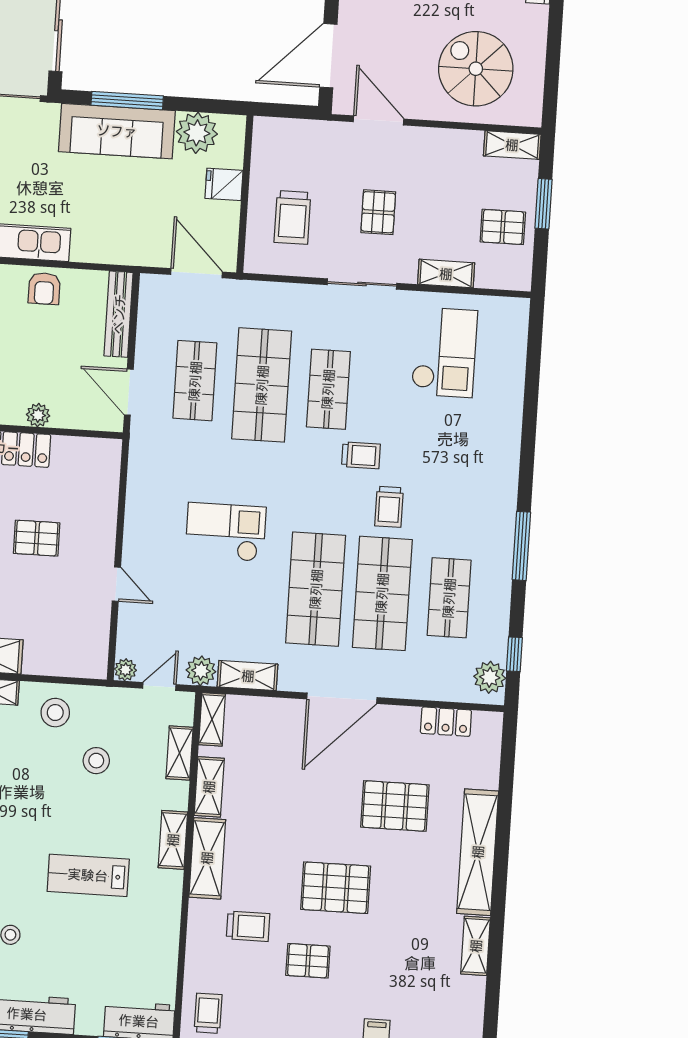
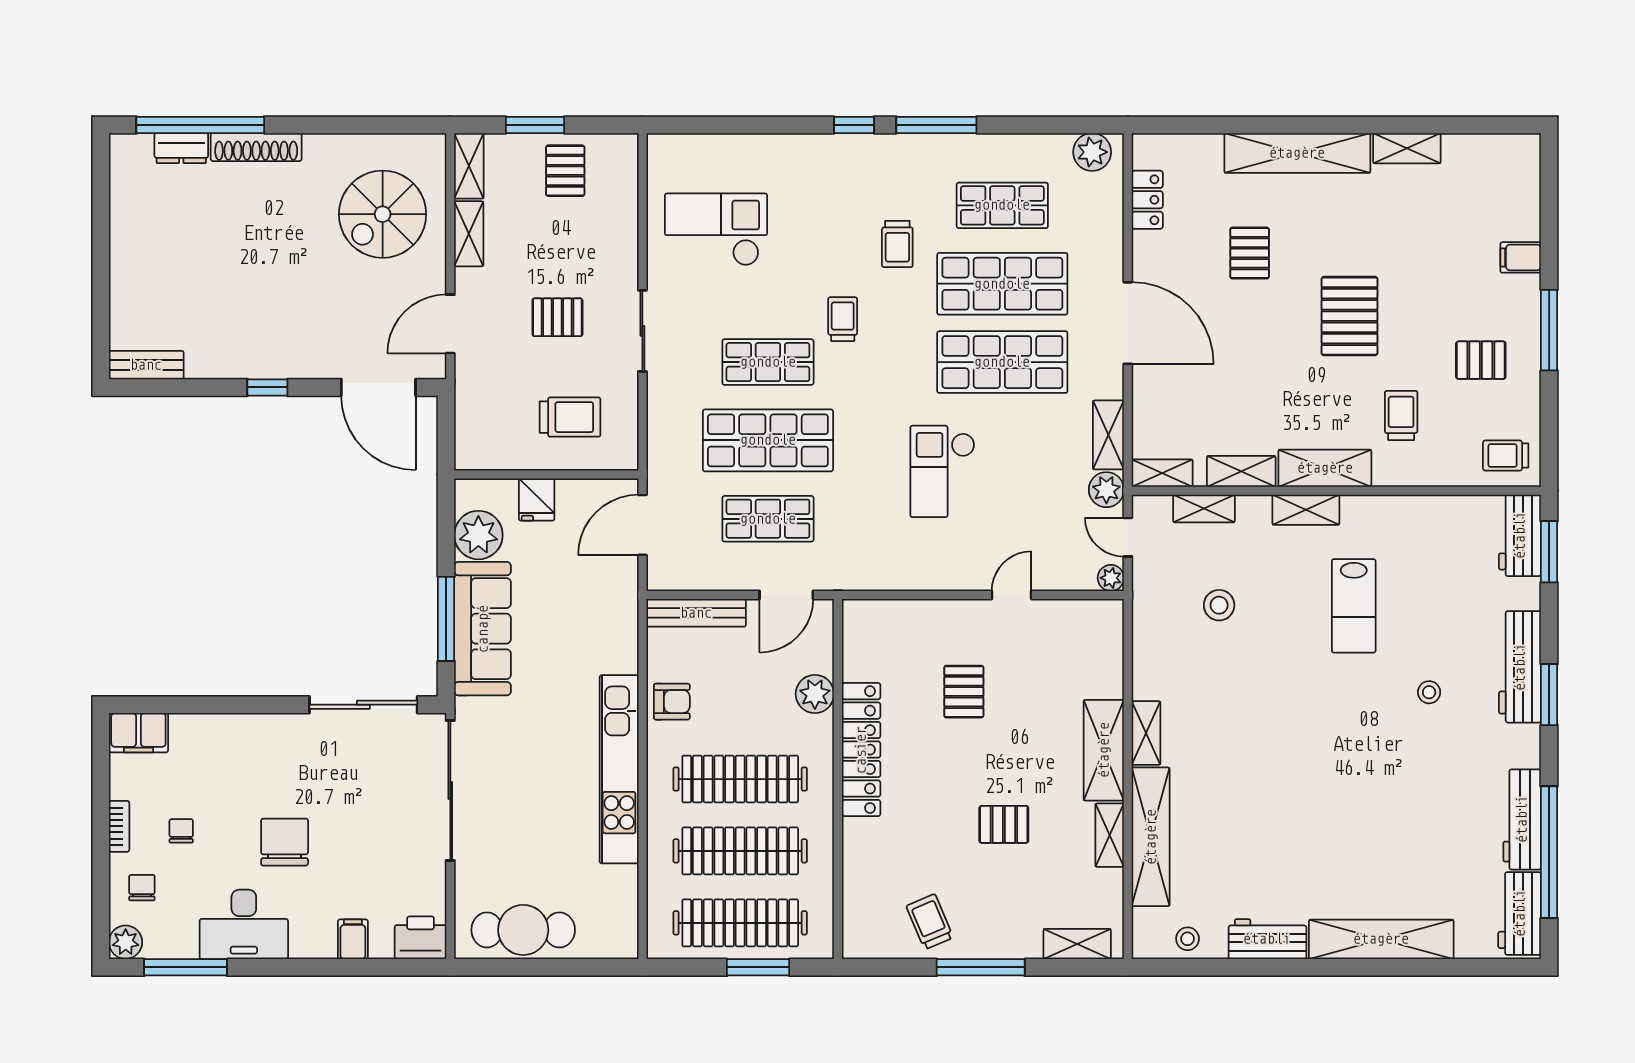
shelving: (446, 274) -> (469, 234), moved
plant: (38, 415) -> (815, 694), width x1.38, depth x1.38
trolley: (389, 507) -> (897, 244), moved, turned 90
window: (514, 654) -> (854, 125), moved
stool: (55, 713) -> (1166, 657), removed
pallet: (395, 806) -> (1250, 253), width x0.67, depth x0.71
pallet: (308, 961) -> (1481, 360), moved, turned 90

